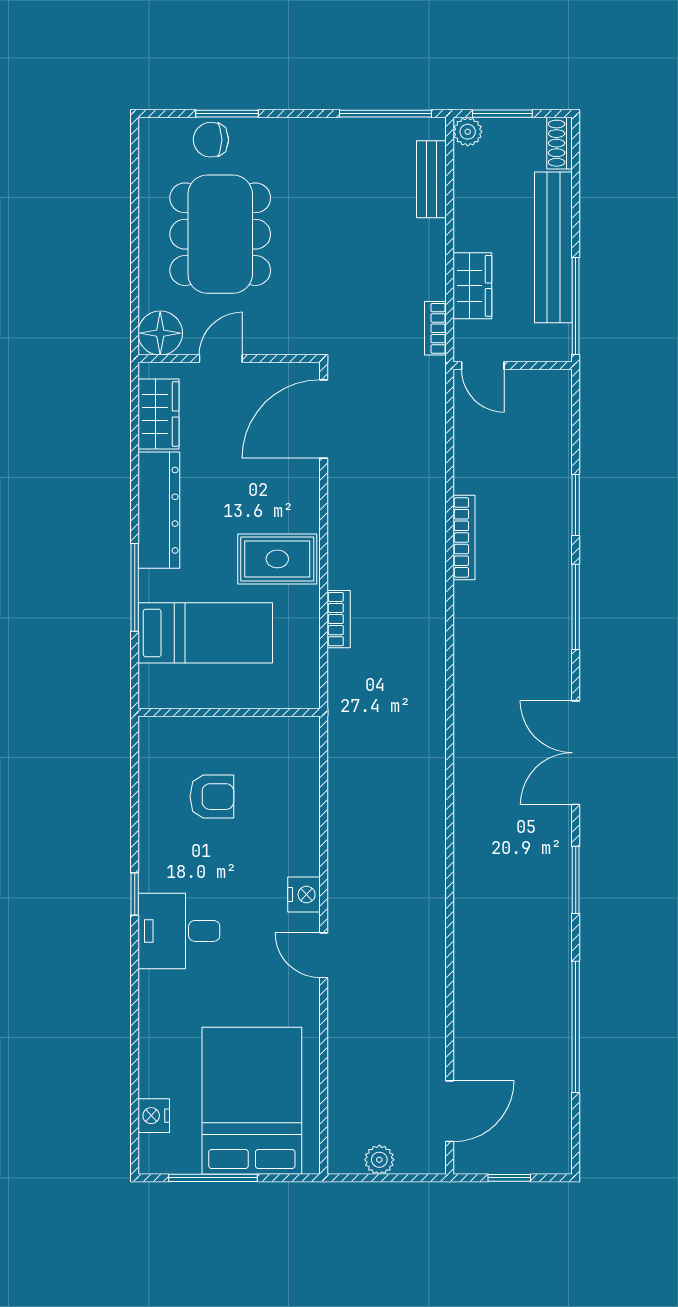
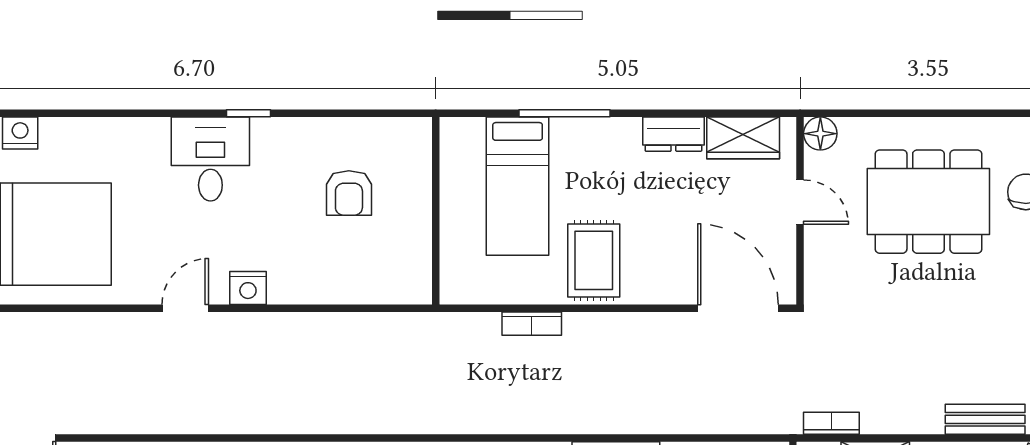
floor lamp: (160, 333) -> (820, 134), width x0.73, depth x0.73
dresser: (159, 510) -> (673, 134), width x0.51, depth x0.80

